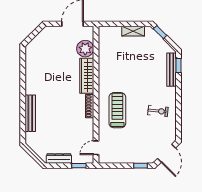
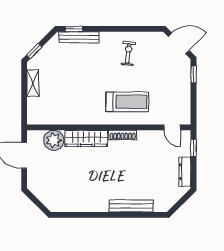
treadmill: (117, 110) -> (127, 102), turned 180

